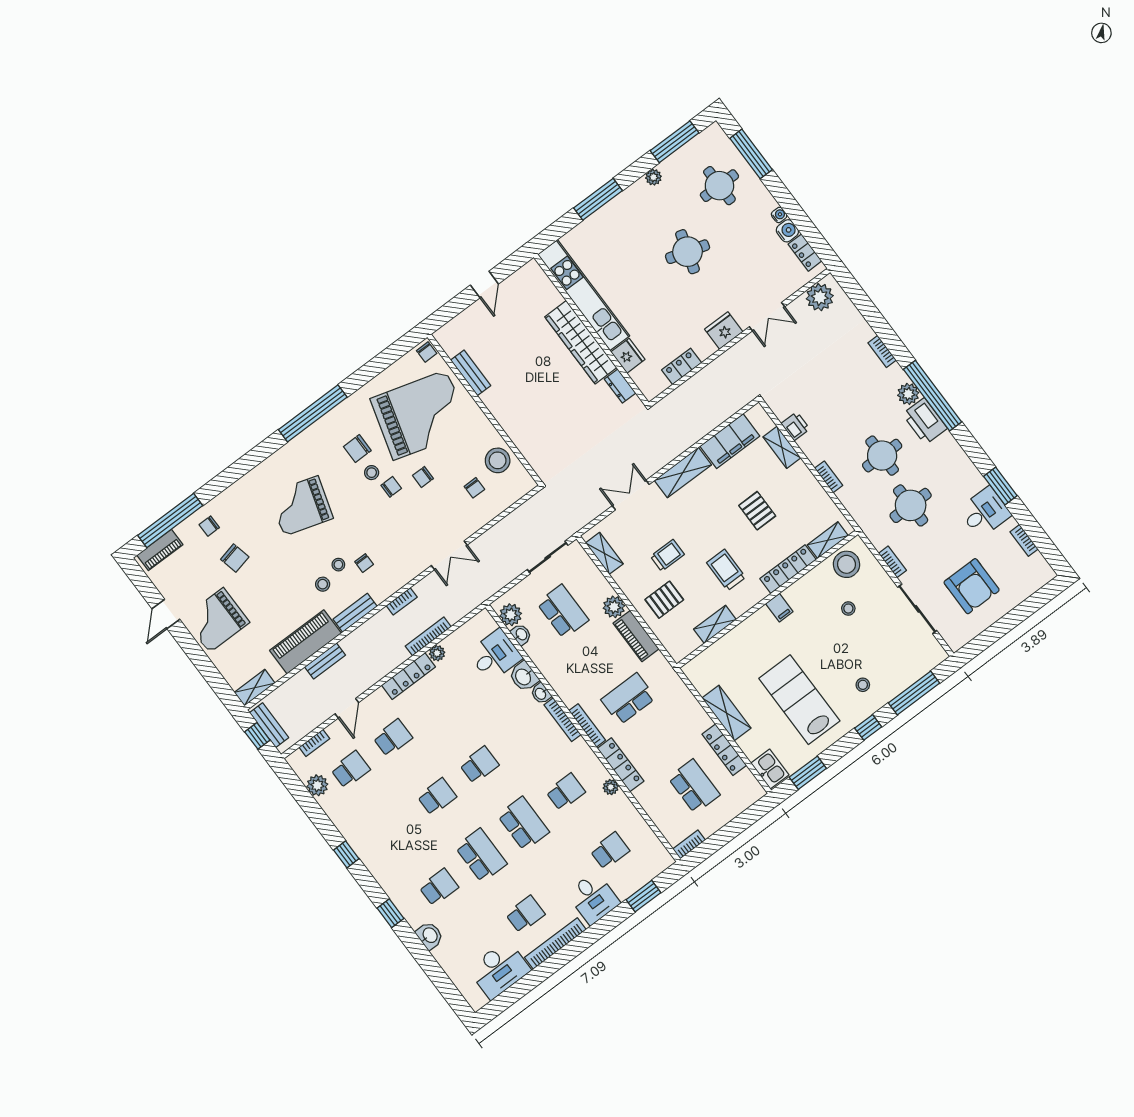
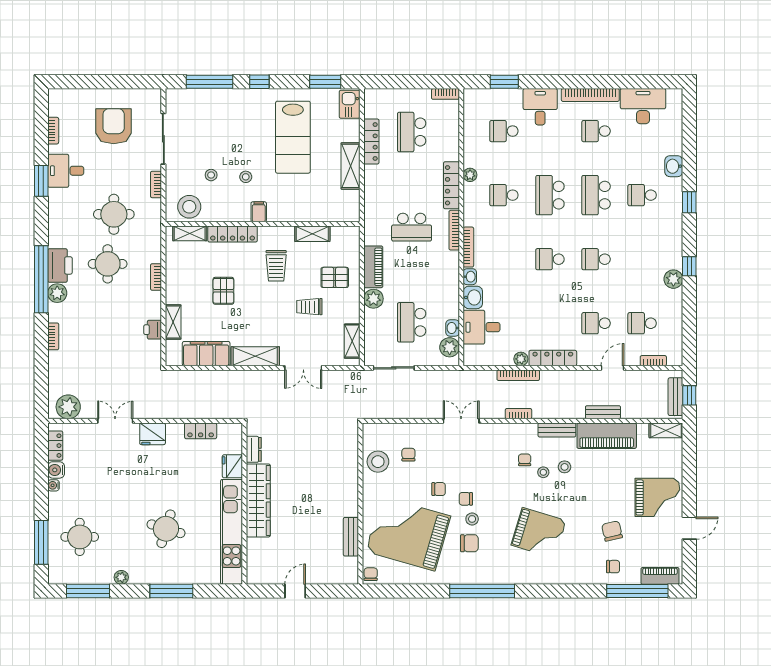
round table: (688, 252) -> (166, 529), moved
stool: (863, 685) -> (246, 177), moved
plant: (317, 785) -> (673, 279), moved

